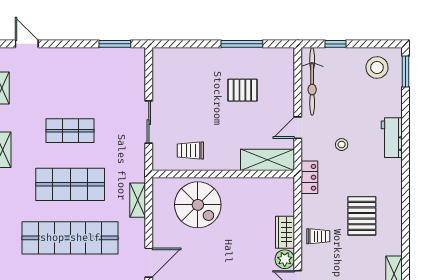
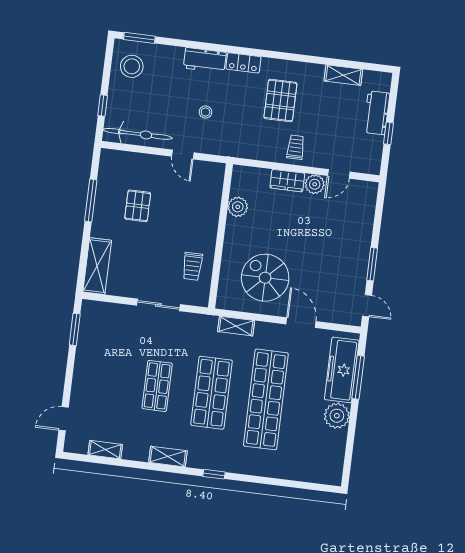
shelving: (267, 160) -> (97, 266), moved
locker: (309, 177) -> (243, 63), moved, turned 180
plant: (253, 187) -> (238, 207), added
spiral stairs: (198, 205) -> (265, 278), moved, turned -90
pallet: (362, 216) -> (280, 100), turned 90

